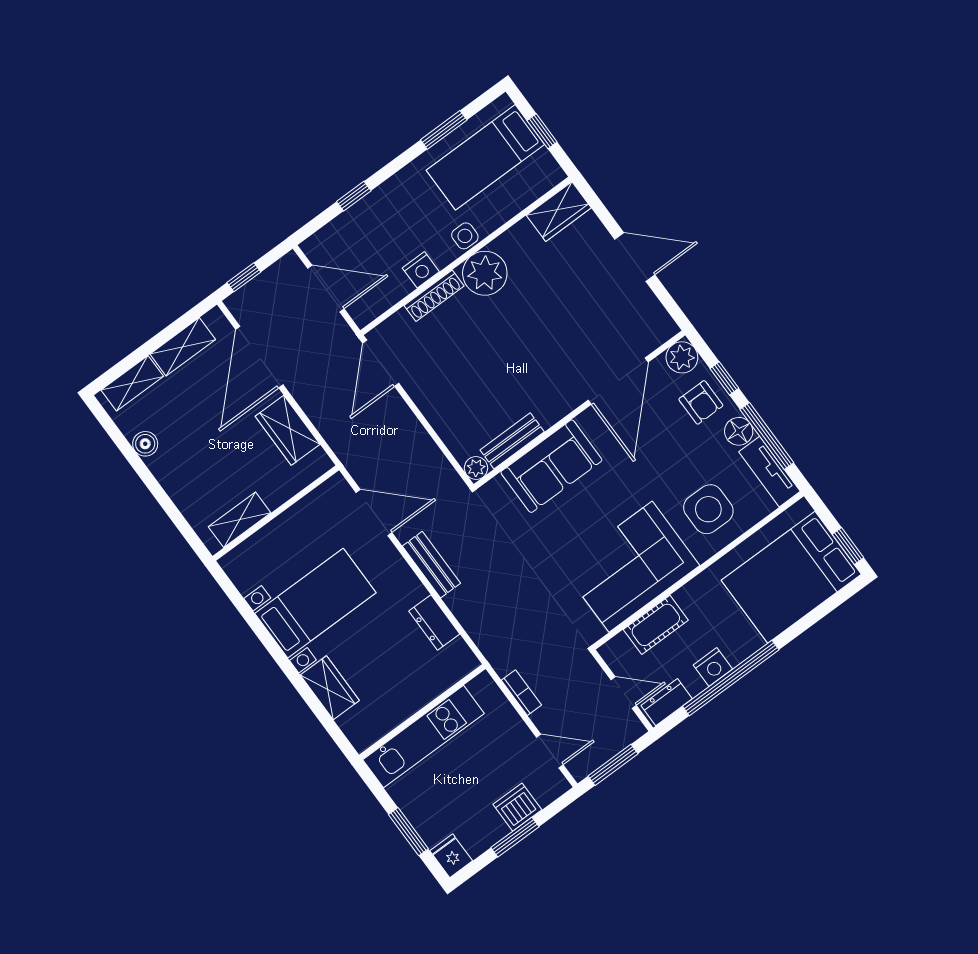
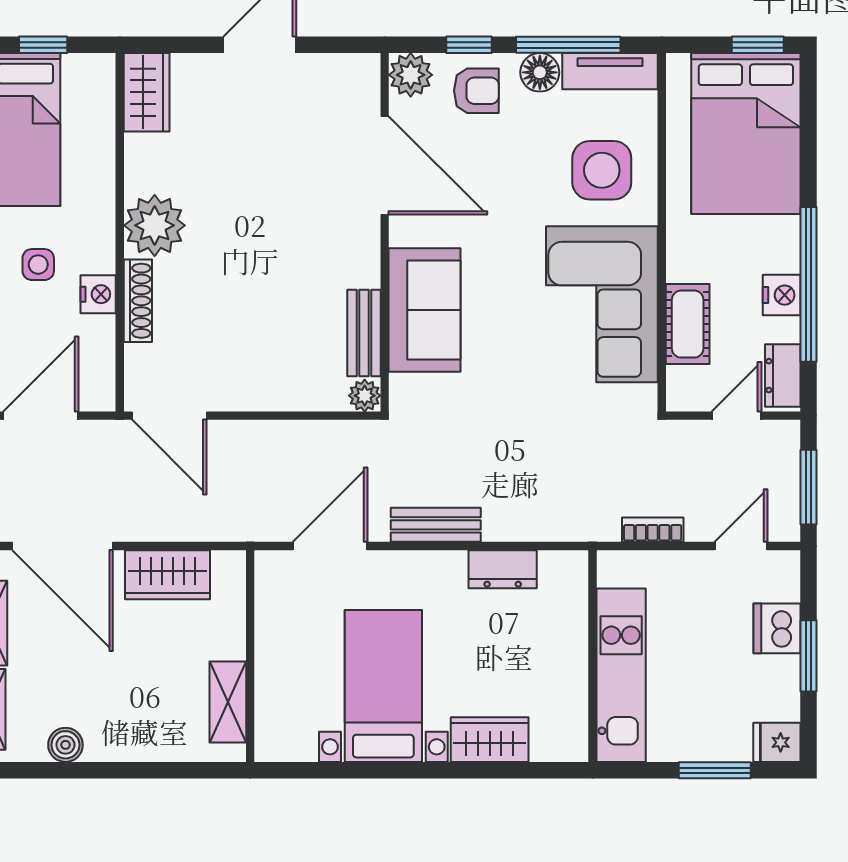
side table: (465, 236) -> (38, 265), moved

